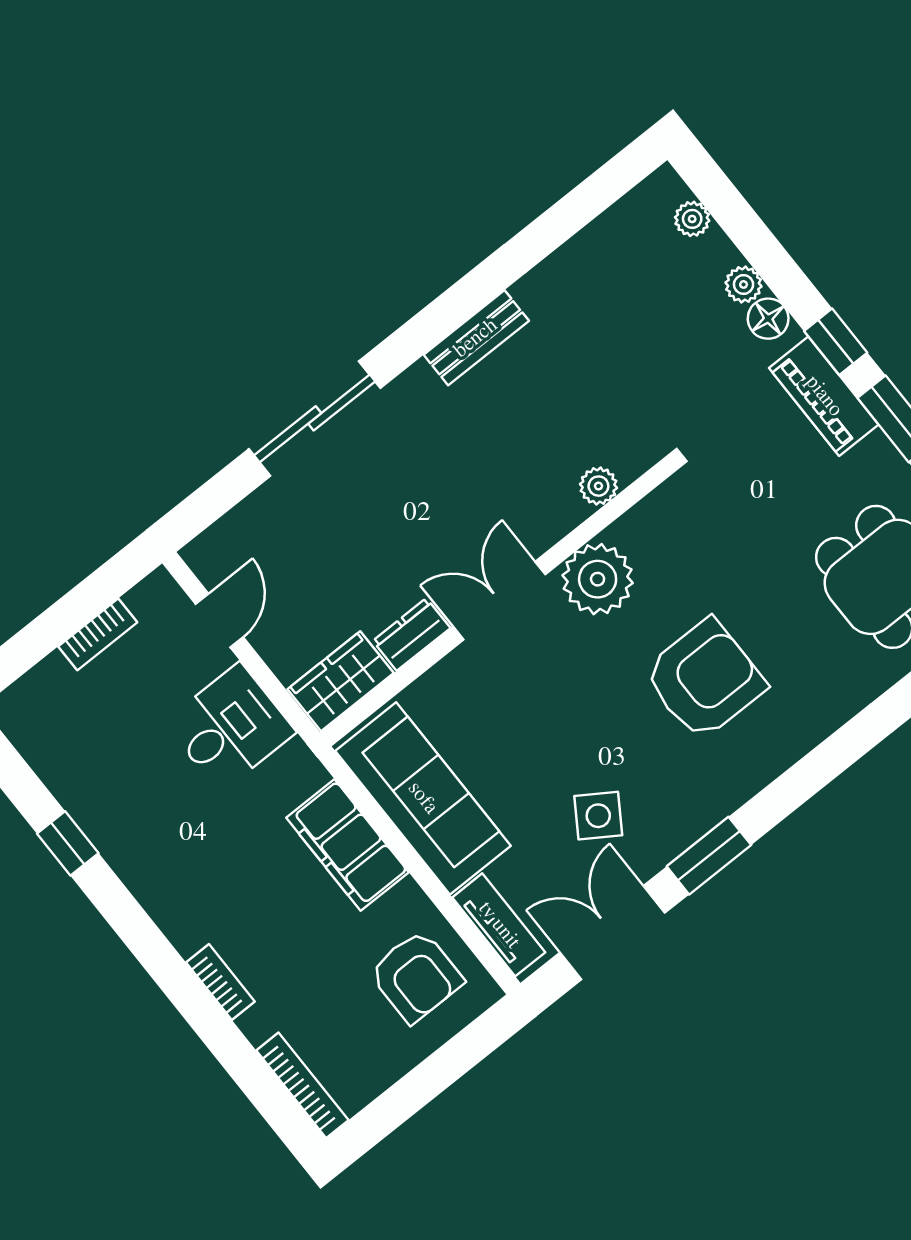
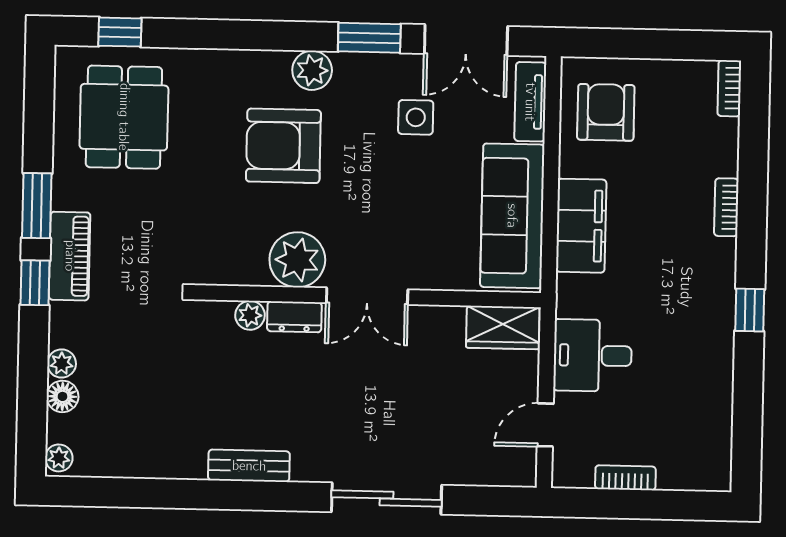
plant: (692, 219) -> (59, 458), moved
floor lamp: (768, 319) -> (62, 396), moved
dresser: (412, 634) -> (294, 317), moved
plant: (738, 777) -> (312, 70), added
side table: (598, 816) -> (416, 117), turned -33
window: (68, 843) -> (750, 310), moved
bookcase: (302, 1085) -> (729, 88), width x0.64

